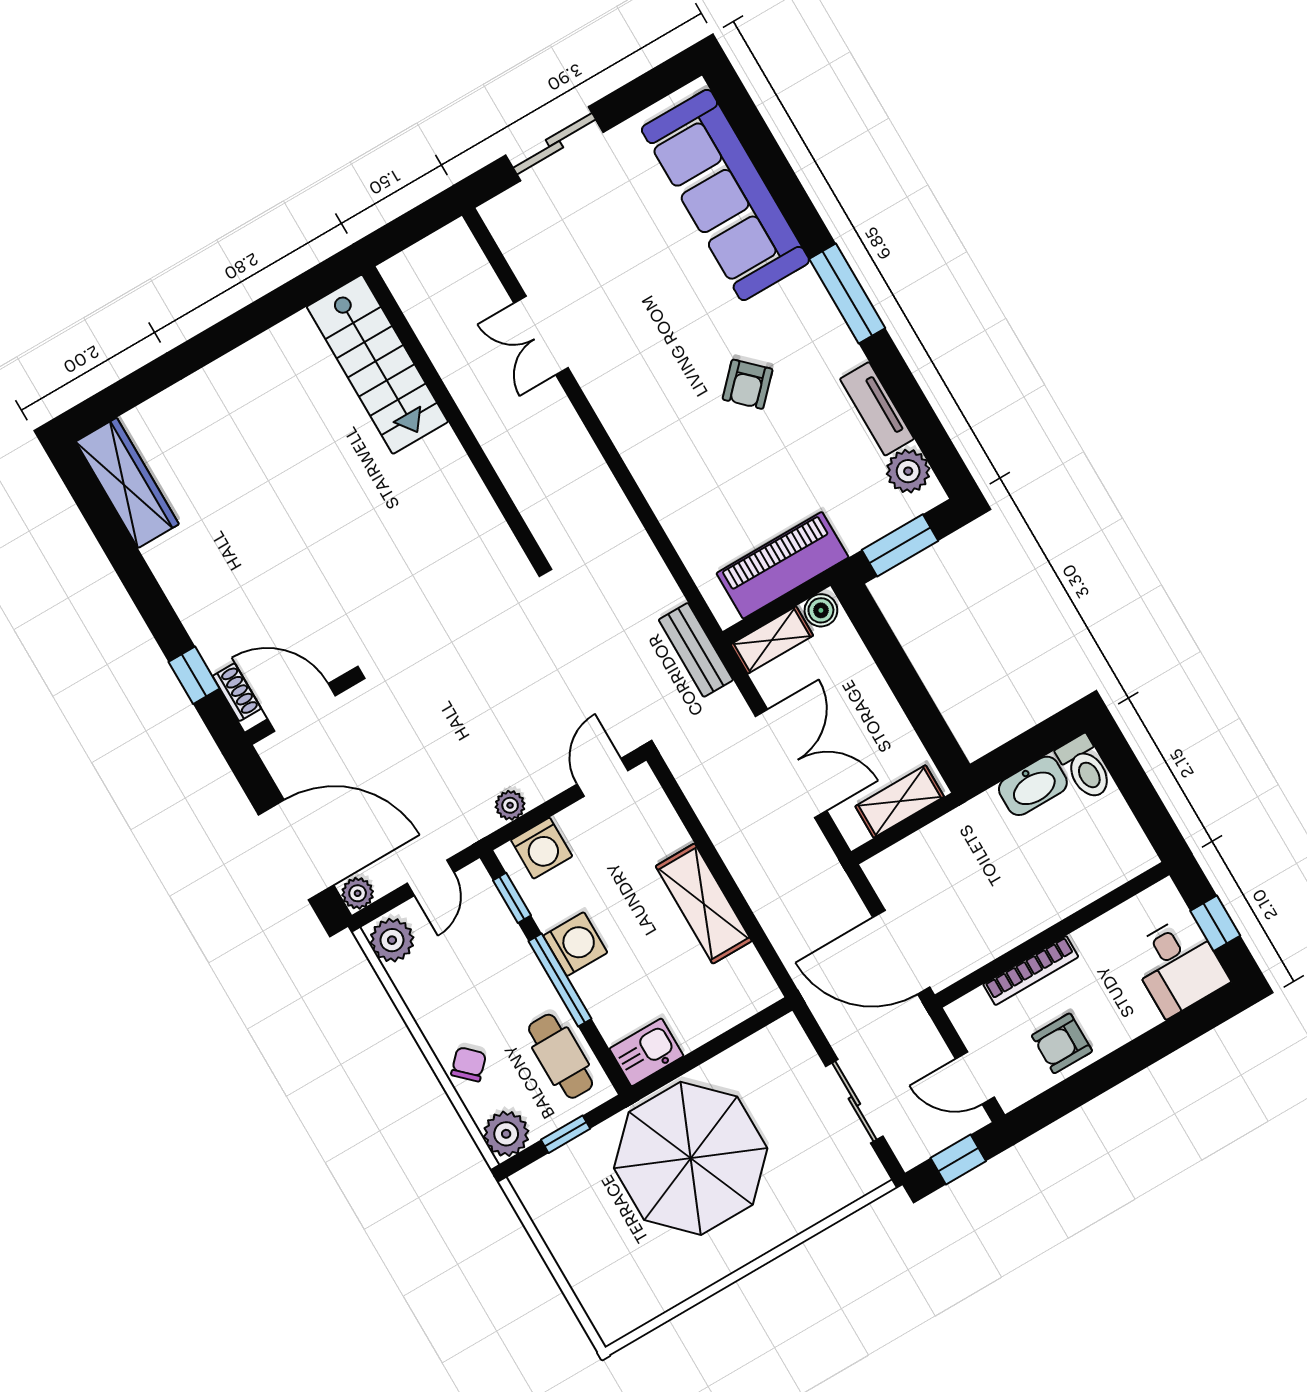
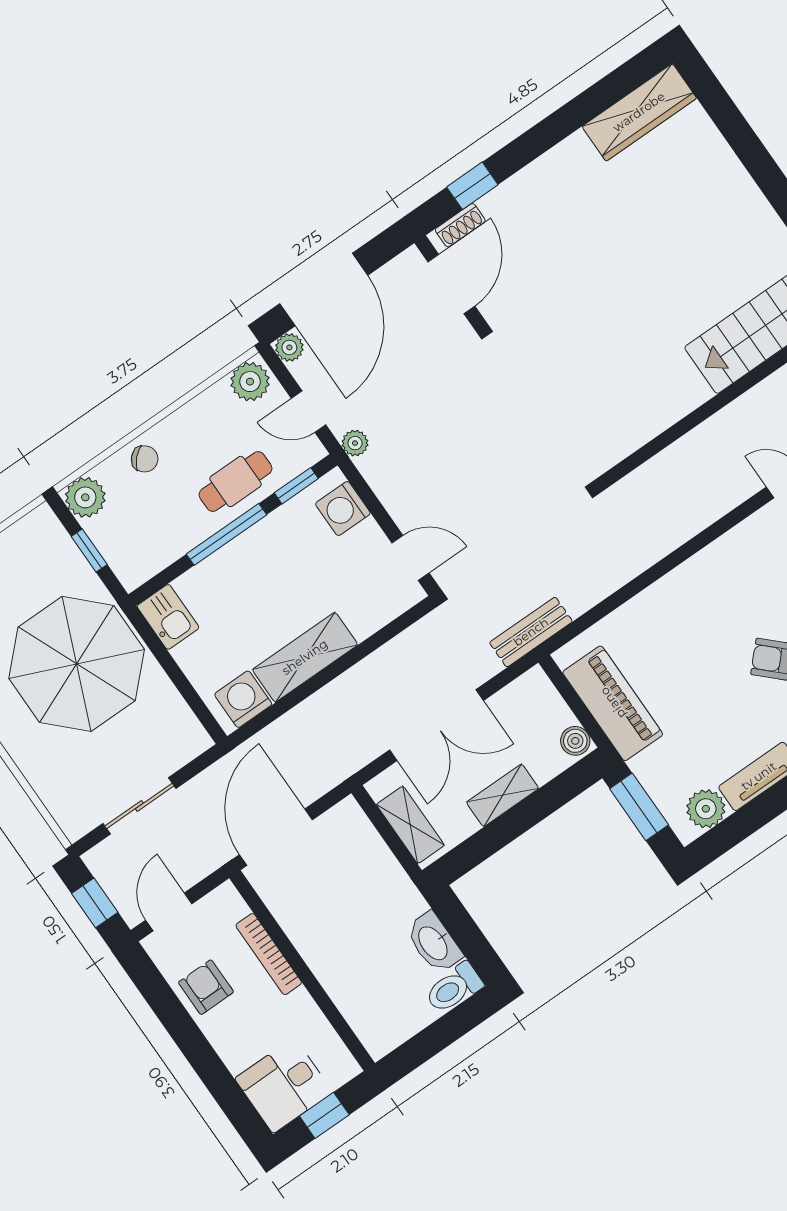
shelving: (772, 640) -> (503, 795), moved, turned 90
plant: (510, 805) -> (355, 443), moved
washing machine: (575, 944) -> (243, 699), moved, turned 180
cafe table: (561, 1056) -> (236, 481), moved

